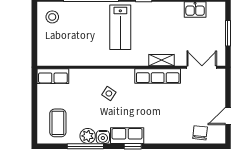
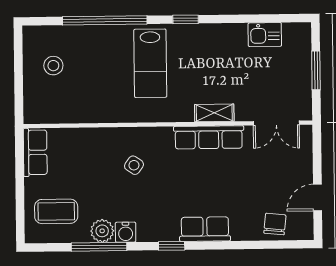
stool: (52, 17) -> (53, 66), moved
double door: (202, 67) -> (276, 123), swing flipped
row of seats: (53, 76) -> (35, 152), moved, turned -90
coffee table: (58, 123) -> (56, 211), turned 90
row of seats: (127, 136) -> (205, 229), moved

